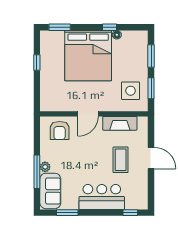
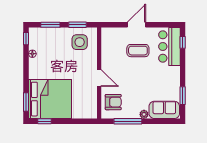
window: (109, 27) -> (26, 39), moved
bed: (88, 56) -> (50, 99), moved
window: (37, 62) -> (45, 121), moved
fireplace: (120, 123) -> (107, 51), removed
window: (37, 172) -> (128, 121), moved
bar counter: (102, 197) -> (169, 47), moved

